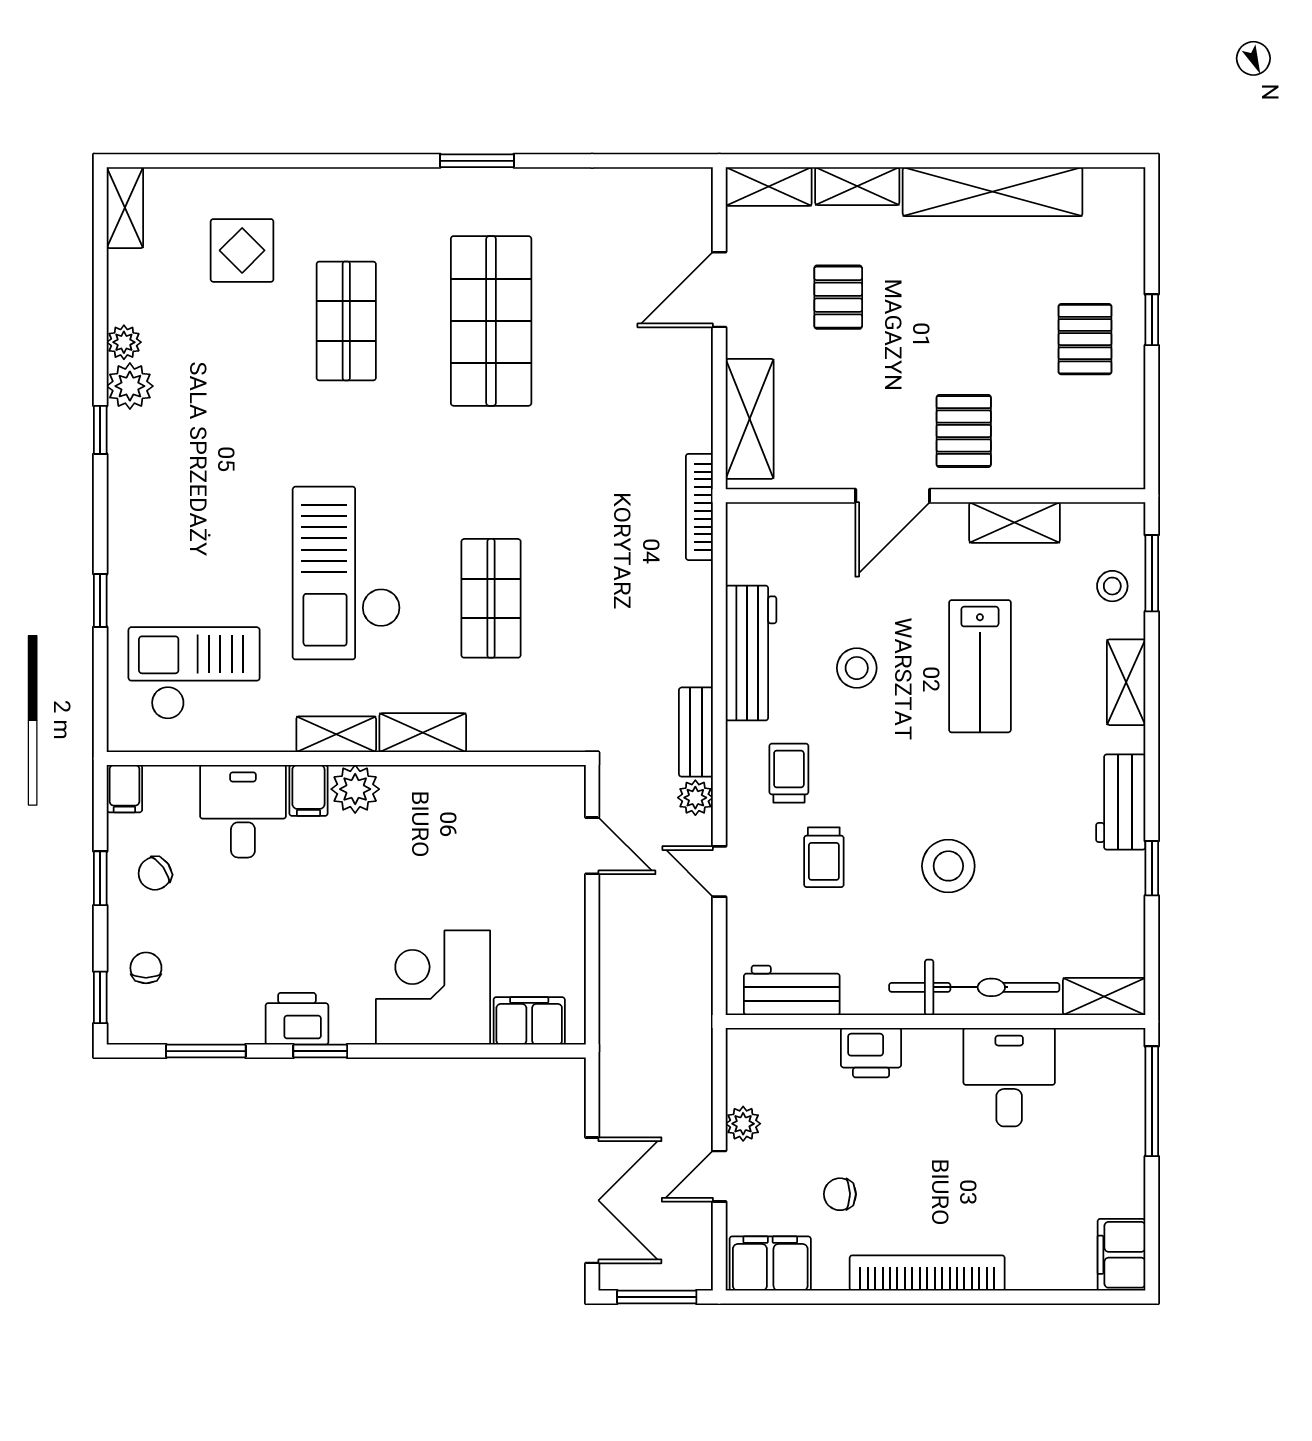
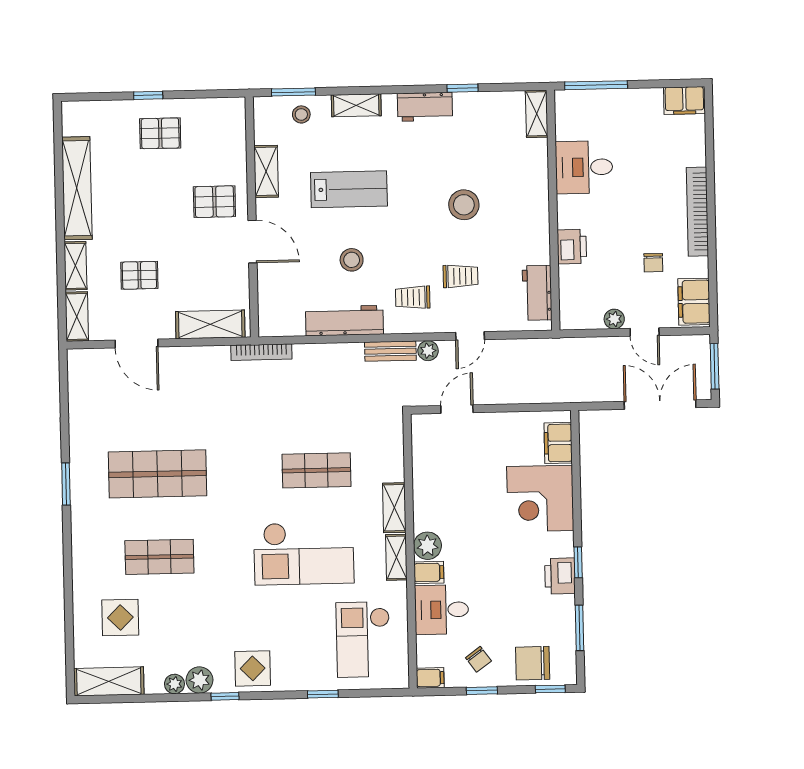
shelving: (125, 208) -> (109, 681), width x1.50, depth x1.33
display table: (148, 479) -> (253, 668), added
chair: (146, 968) -> (533, 663), width x1.87, depth x1.87
bicycle: (974, 987) -> (533, 188), removed

